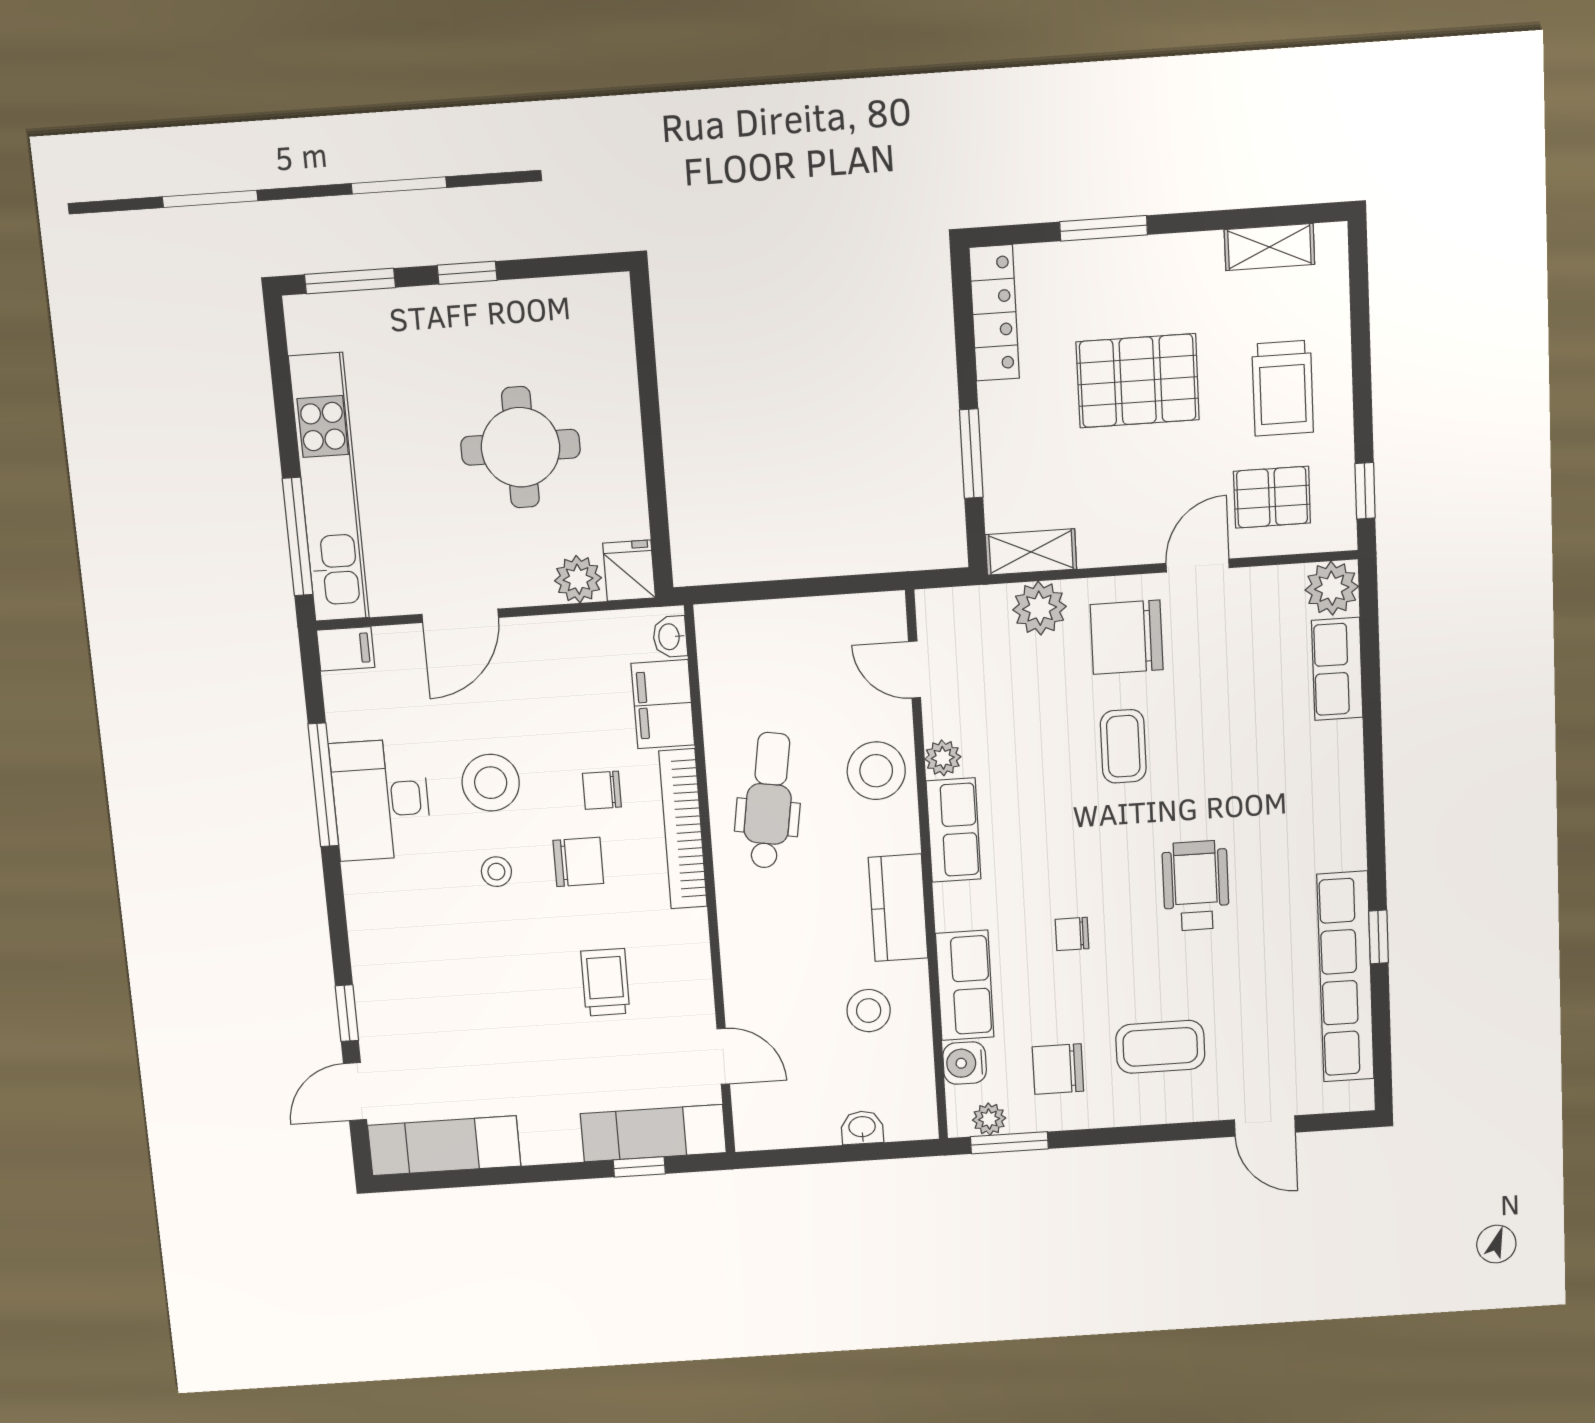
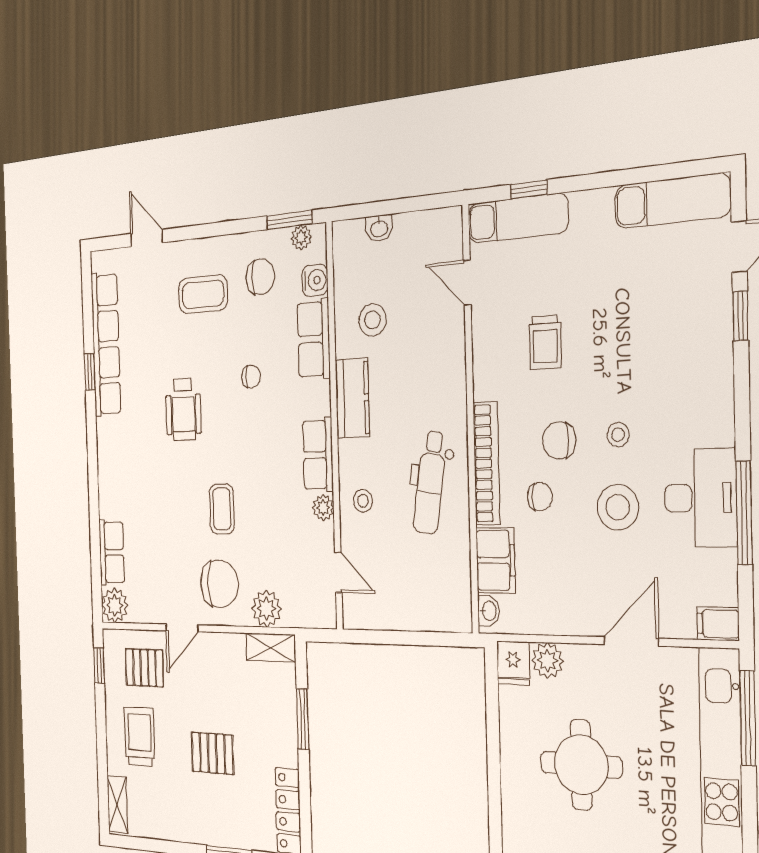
shelving: (1269, 247) -> (117, 804), moved, turned 90
pallet: (1138, 381) -> (212, 753), width x0.67, depth x0.71
stool: (876, 771) -> (363, 501), width x0.53, depth x0.53

